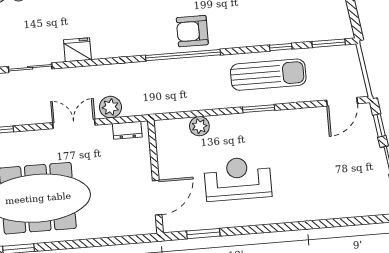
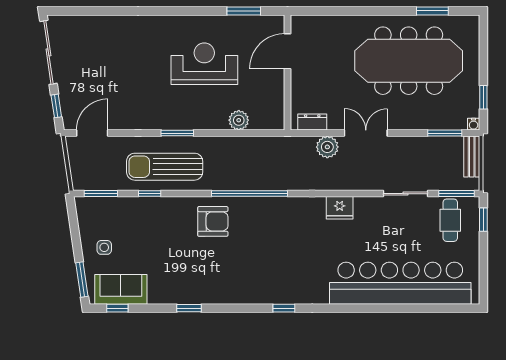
armchair: (192, 31) -> (213, 221), moved
fridge: (77, 50) -> (340, 208), moved
double door: (74, 124) -> (366, 133), swing flipped
reception desk: (238, 179) -> (204, 64), turned 180

